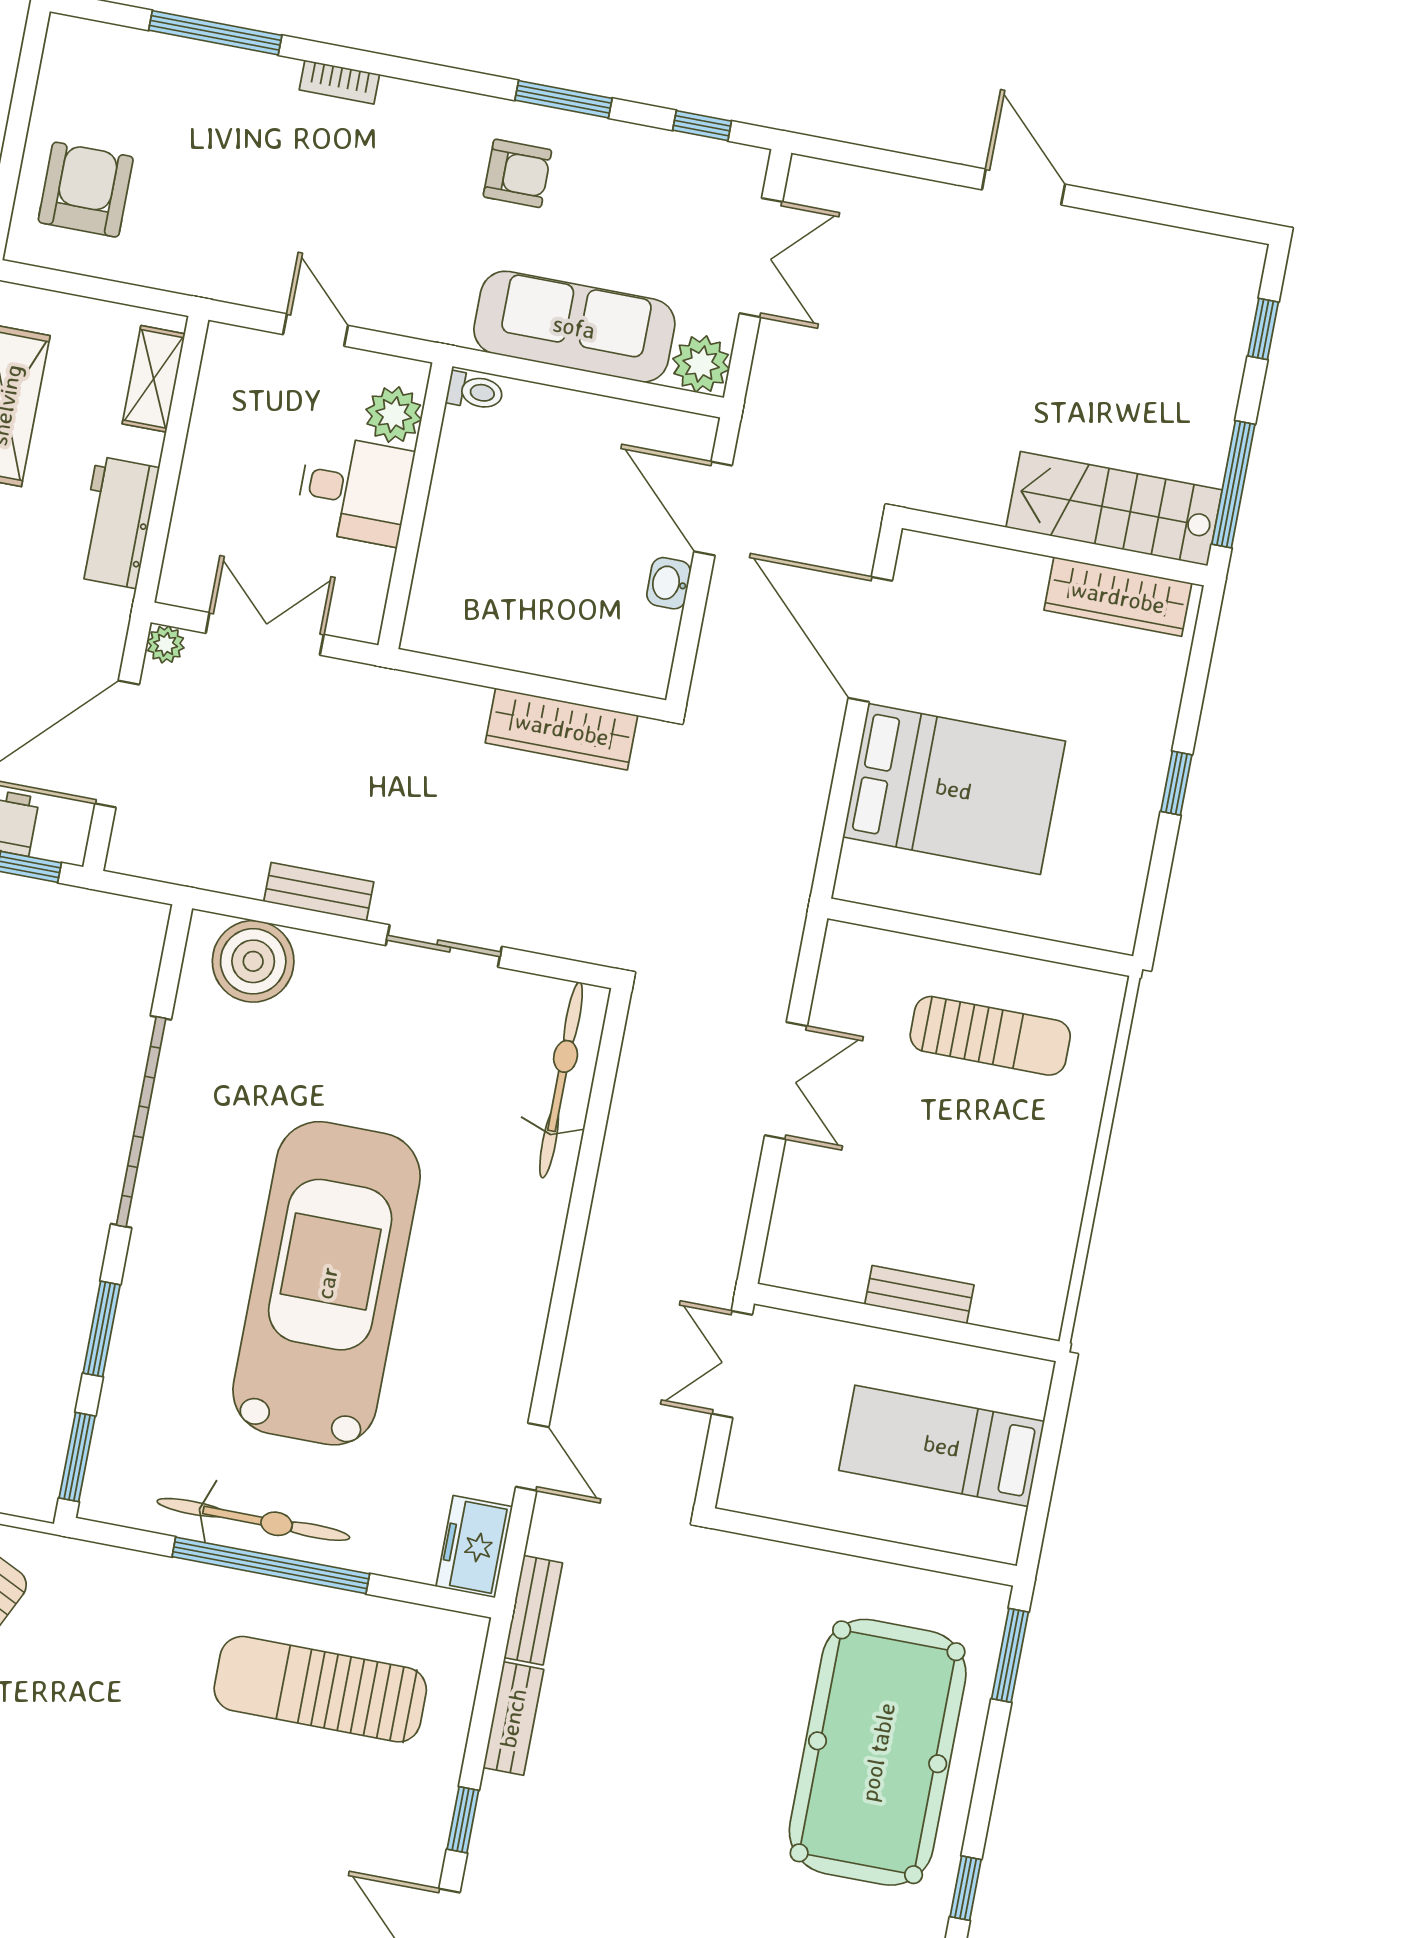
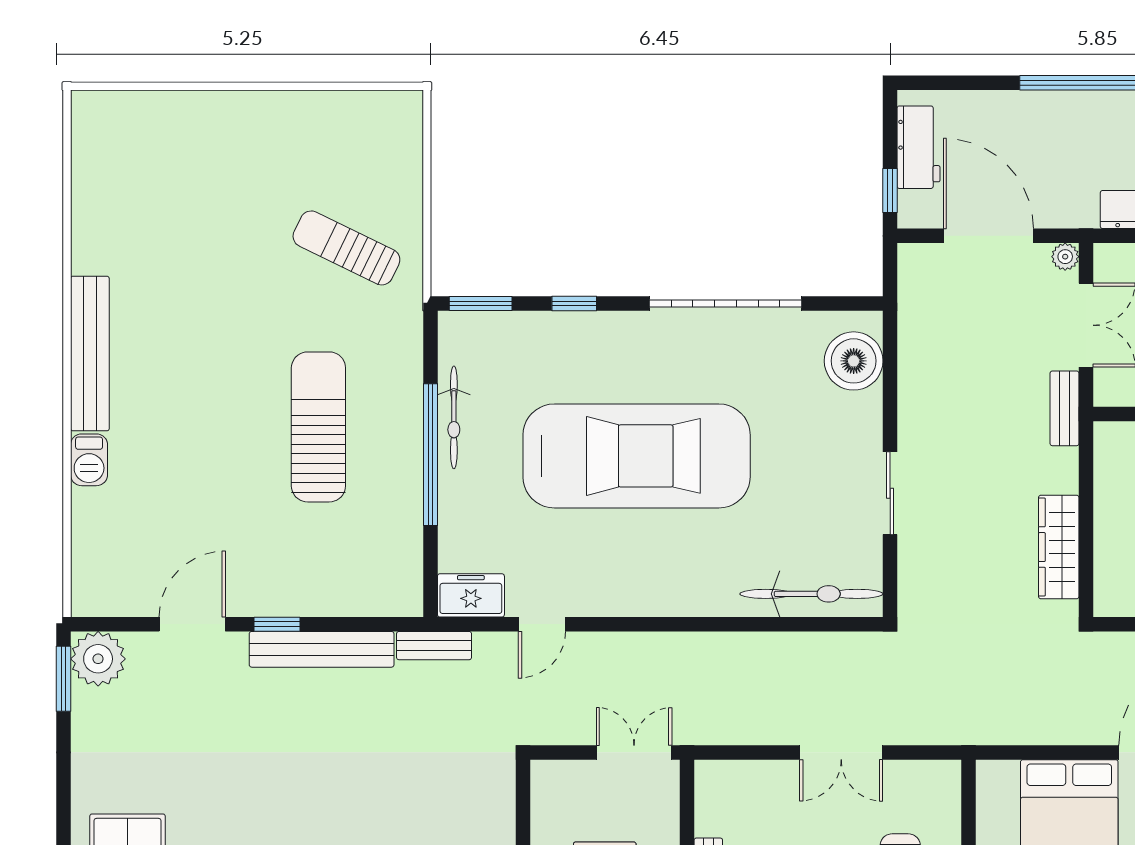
bench: (319, 892) -> (1065, 408), moved
window: (102, 1329) -> (574, 304), width x0.67
bicycle: (253, 1519) -> (454, 417), width x0.73, depth x0.71
sun lounger: (320, 1689) -> (318, 427), moved
bench: (513, 1718) -> (322, 649), width x1.86, depth x1.21

